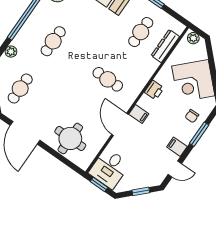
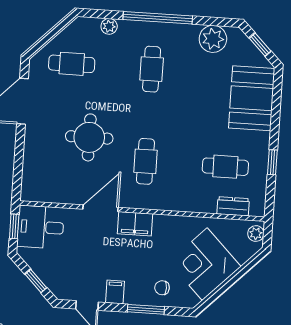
cafe table: (53, 41) -> (152, 69), turned 90
dresser: (165, 46) -> (233, 206), width x0.70
printer: (154, 90) -> (166, 224), removed
filing cabinet: (139, 114) -> (135, 224), width x2.00
round table: (70, 138) -> (89, 137), moved

